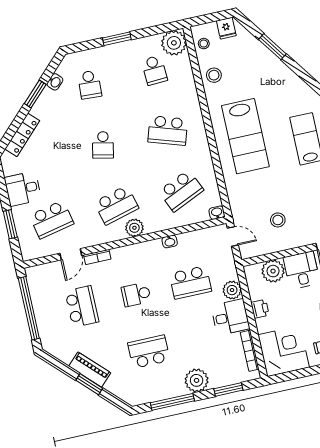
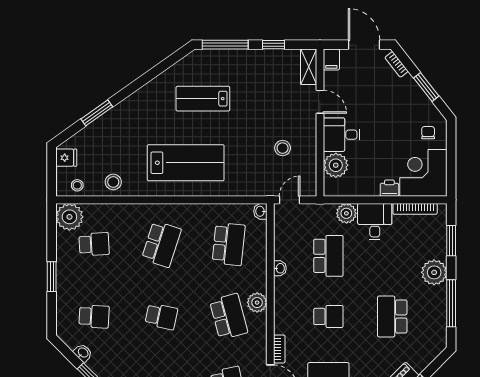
school desk: (181, 191) -> (229, 244), turned 30
school desk: (136, 294) -> (328, 316), turned -90
printer: (260, 309) -> (389, 188), moved

